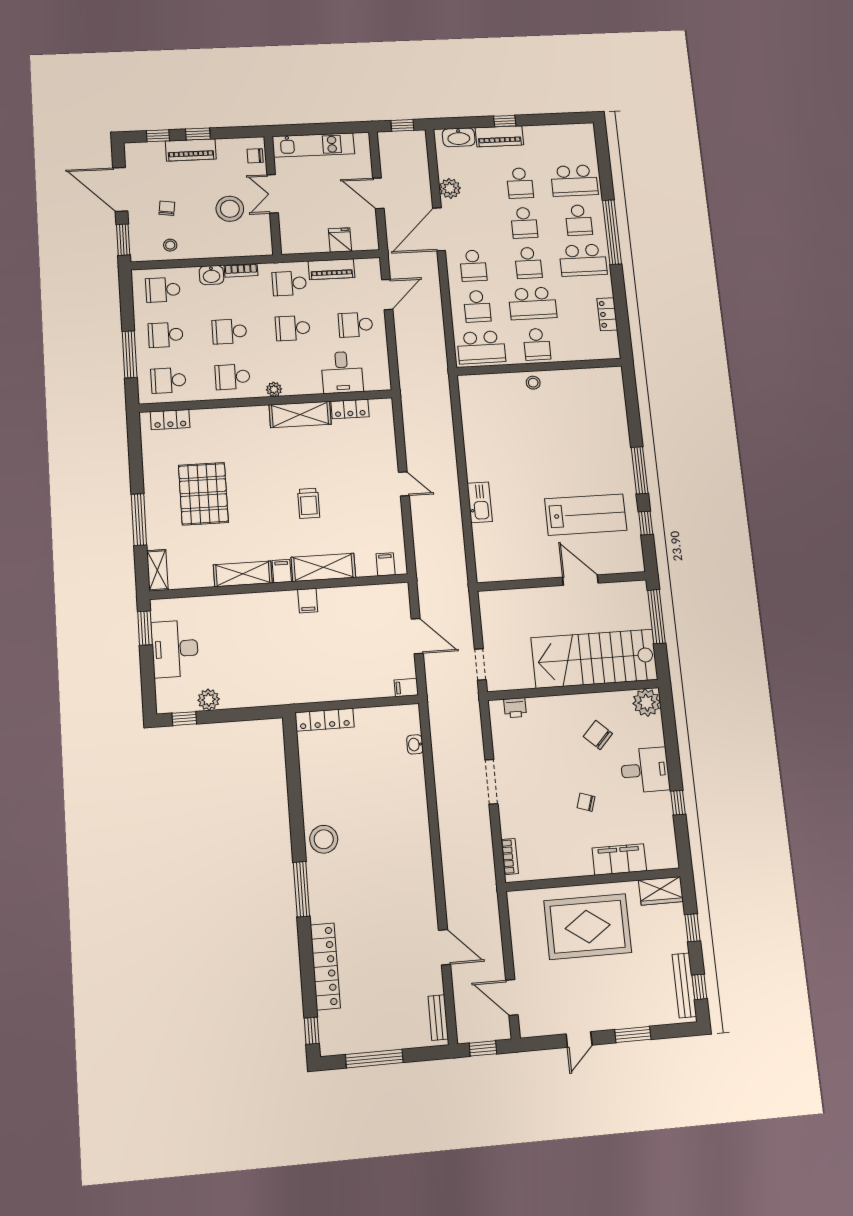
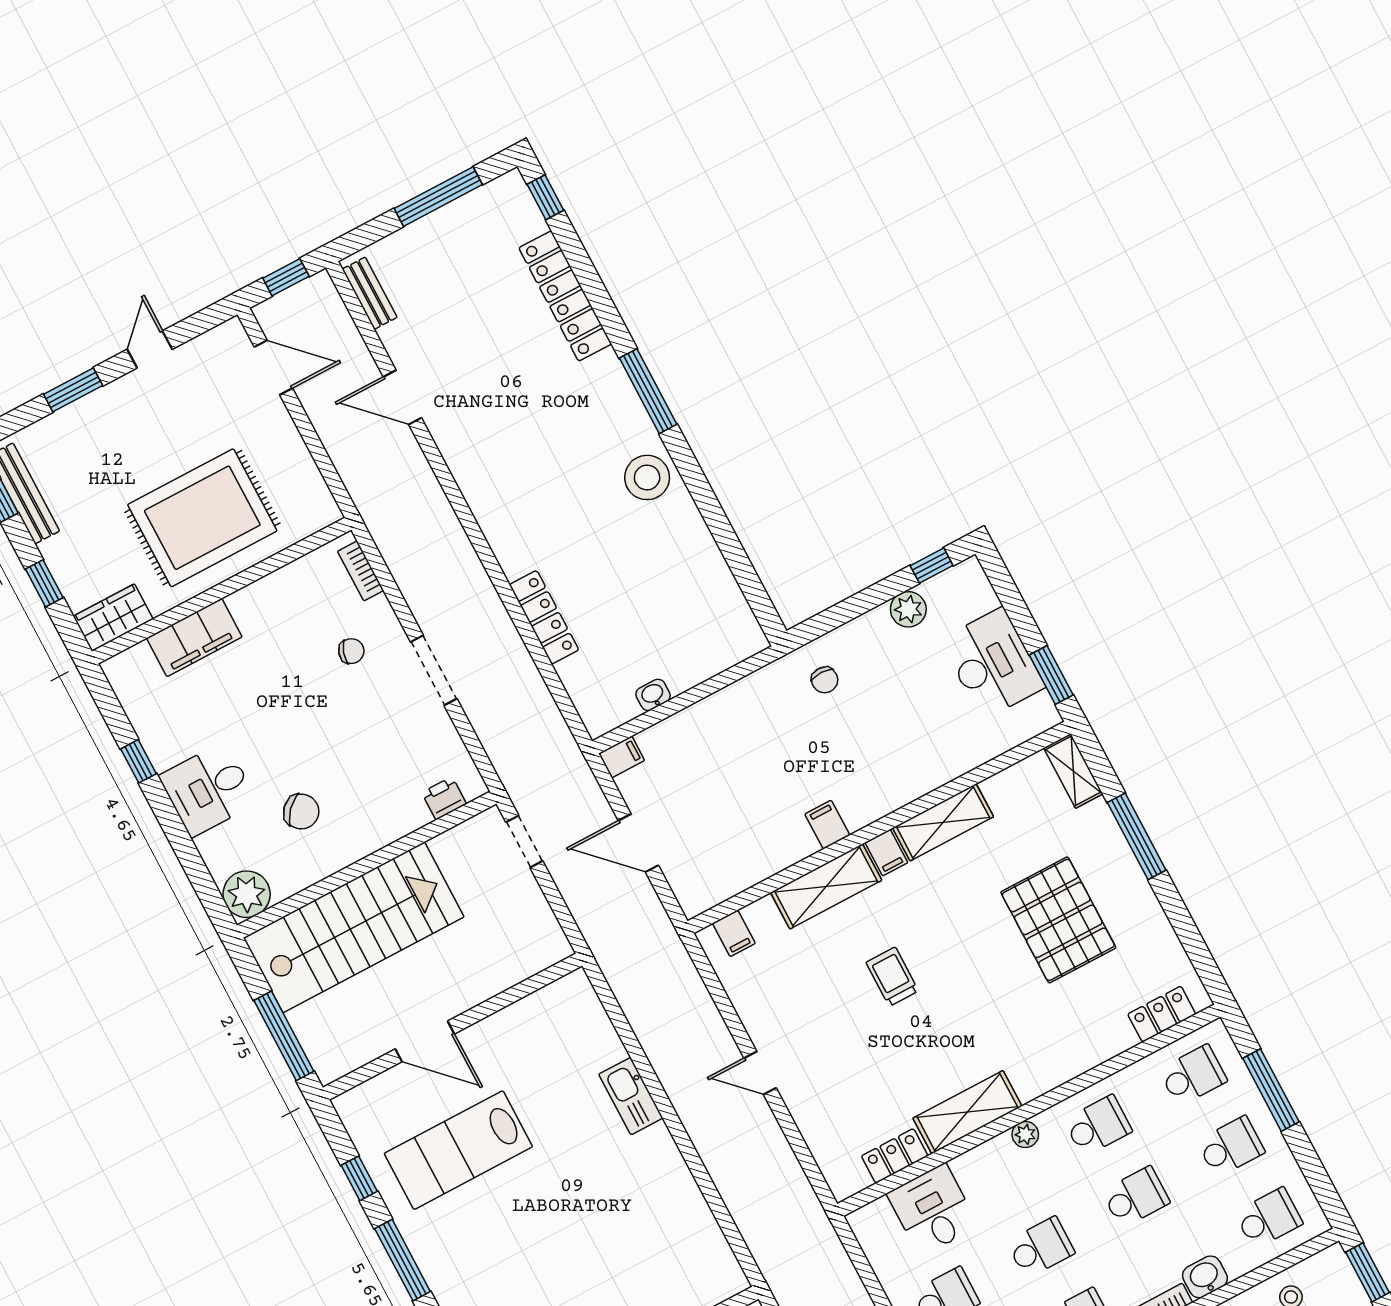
chair: (274, 681) -> (825, 680), added
locker: (325, 720) -> (544, 617), moved, turned 90
washbasin: (415, 744) -> (653, 695), moved, turned -90
chair: (586, 802) -> (351, 651), moved

